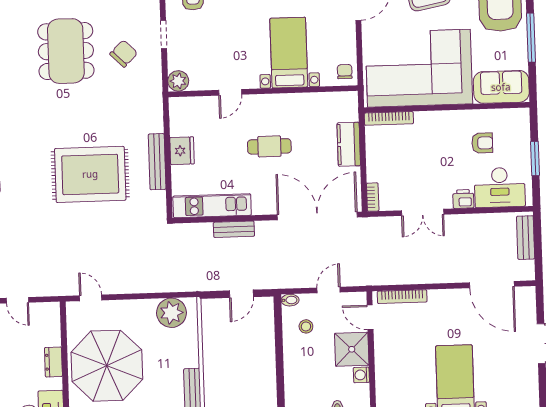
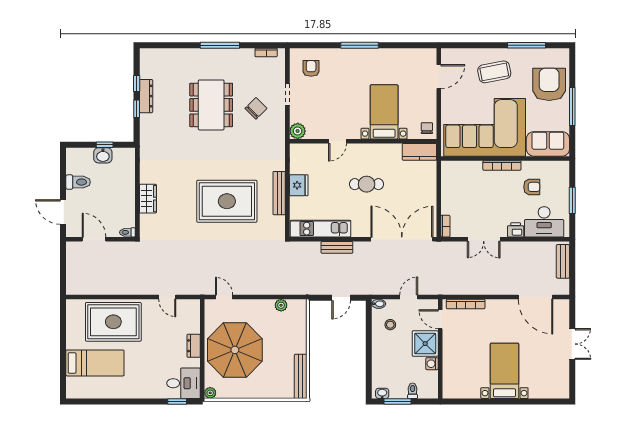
bookcase: (389, 118) -> (502, 166), moved
kitchen counter: (349, 144) -> (419, 152), moved, turned -90
plant: (171, 313) -> (281, 305), width x0.53, depth x0.53

